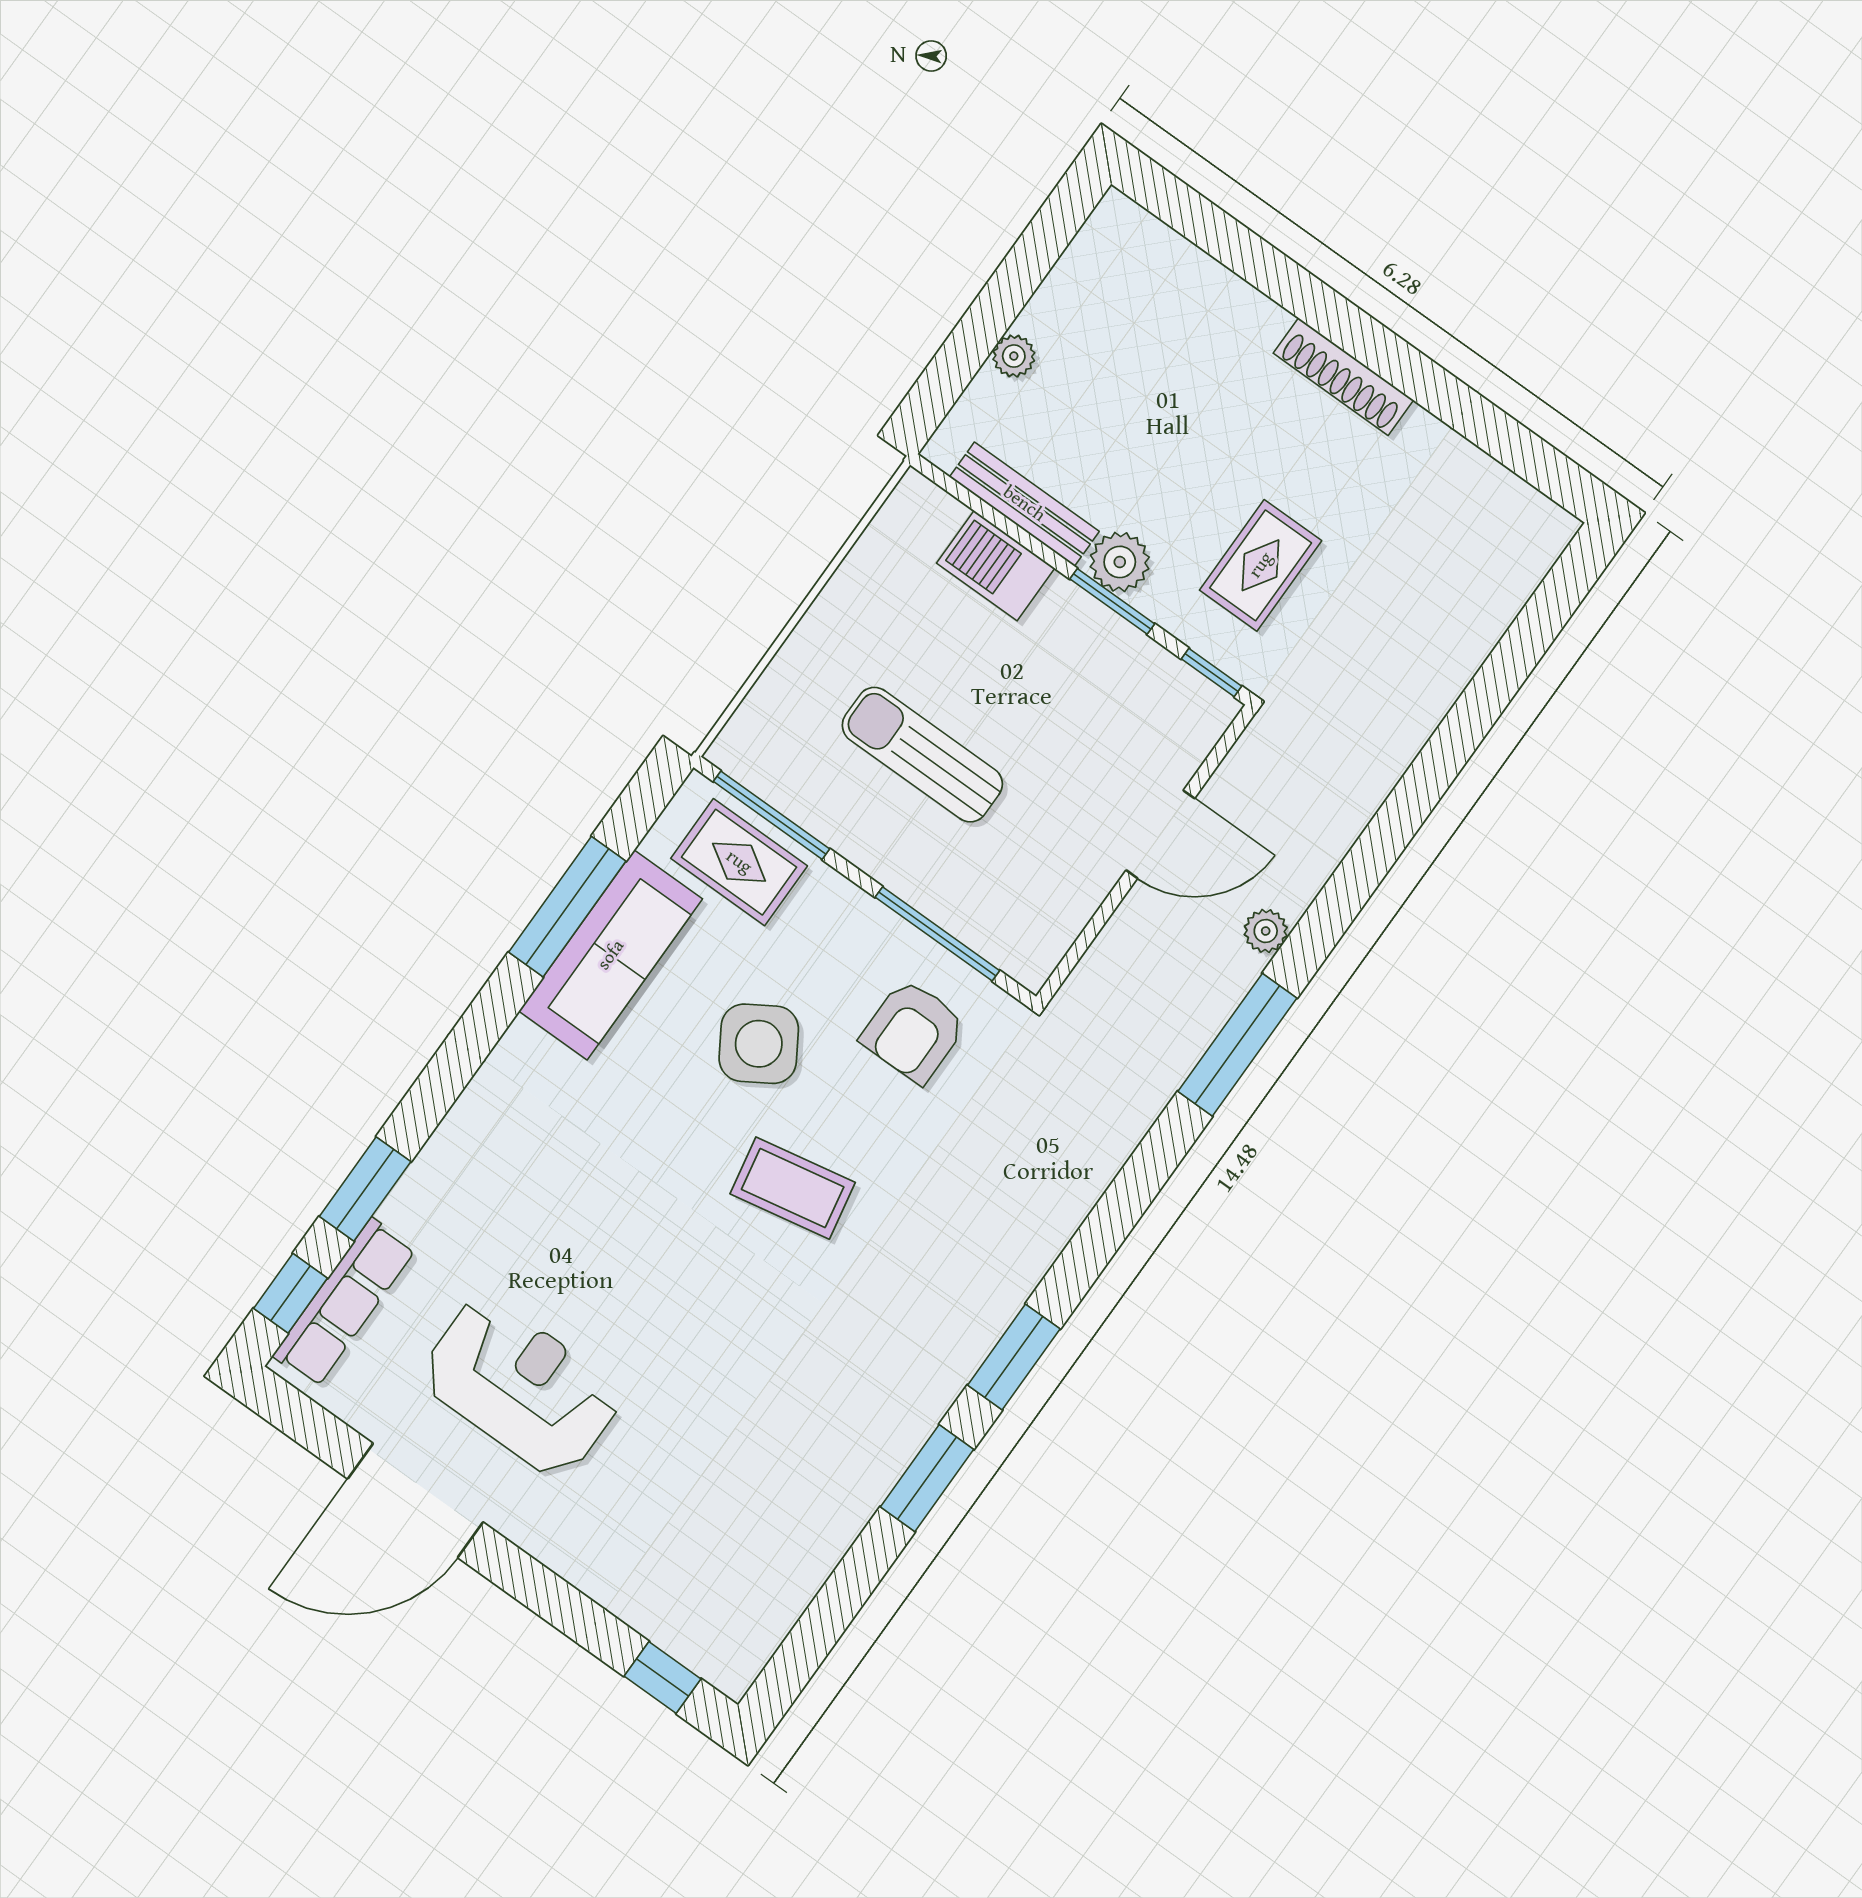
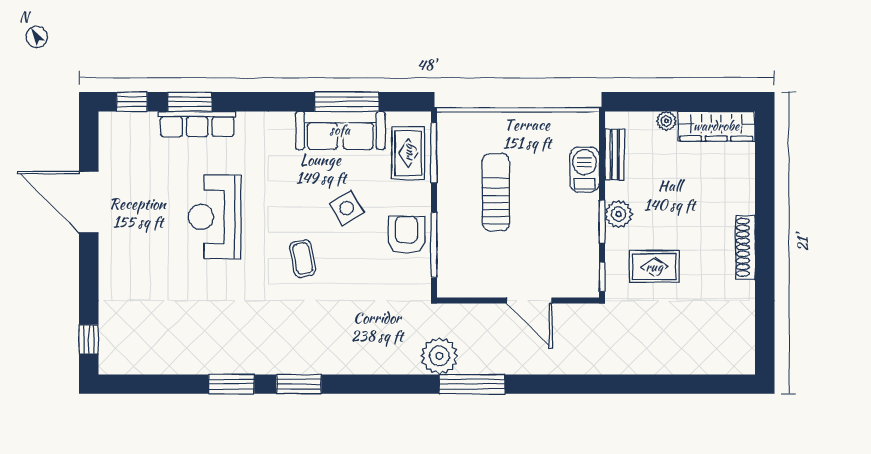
wardrobe: (1088, 273) -> (716, 126), added
bench: (1024, 504) -> (615, 155), width x0.73
plant: (1266, 931) -> (439, 356), moved, width x1.87, depth x1.87
armchair: (913, 1031) -> (406, 235), moved, turned 90
side table: (759, 1044) -> (347, 208), width x0.73, depth x0.73
coffee table: (793, 1188) -> (303, 258), width x0.73, depth x0.77
row of seats: (344, 1302) -> (197, 124), moved
reception desk: (521, 1386) -> (215, 217), moved, turned 180

